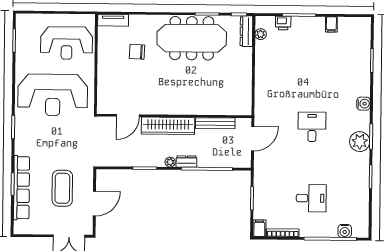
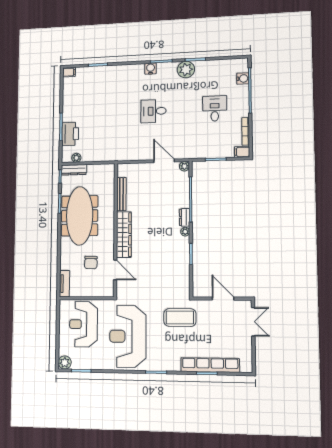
plant: (23, 21) -> (65, 362), added
printer: (283, 23) -> (70, 134), width x1.87, depth x1.48
filing cabinet: (331, 24) -> (69, 72), moved
reception desk: (67, 43) -> (83, 324), turned 180
reception desk: (53, 95) -> (128, 336), turned 180
water cooler: (363, 104) -> (151, 69), moved
door: (128, 116) -> (115, 270), moved
wall: (174, 116) -> (115, 230), moved
bench: (215, 123) -> (121, 194), moved
wardrobe: (168, 126) -> (124, 235), moved
plant: (360, 142) -> (186, 70), moved
plant: (245, 162) -> (184, 166), added
coffee table: (62, 188) -> (180, 318), moved

